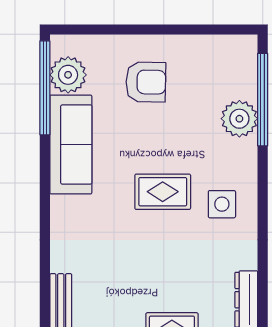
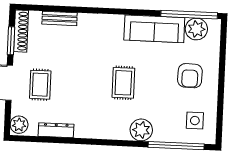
plant: (239, 119) -> (141, 130), moved
side table: (222, 204) -> (195, 121), moved

